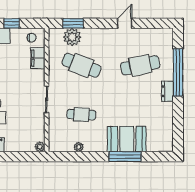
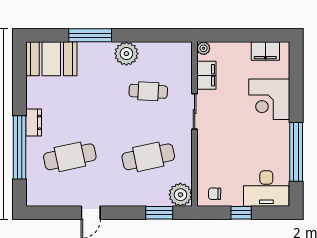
plant: (72, 37) -> (180, 195), moved
filing cabinet: (38, 58) -> (206, 75), moved
cafe table: (81, 65) -> (148, 157), turned -33
booth: (127, 139) -> (51, 59), moved
plant: (79, 147) -> (126, 54), moved, width x1.88, depth x1.88

